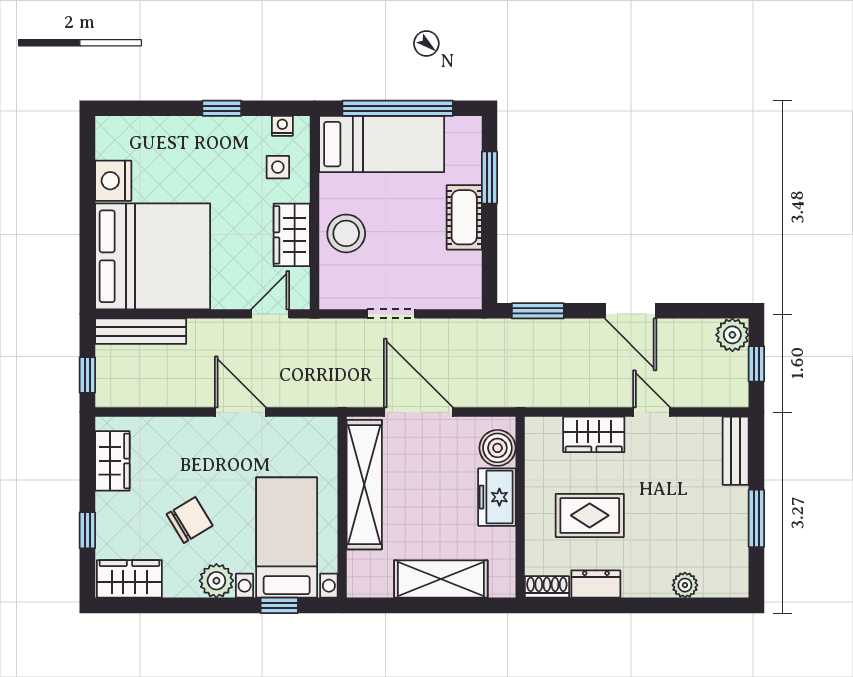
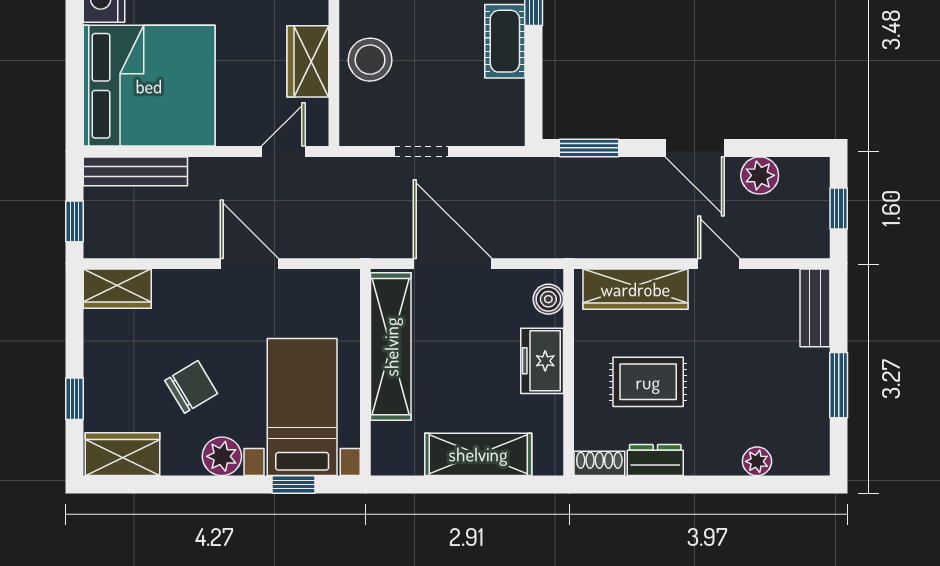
plant: (732, 335) -> (760, 175), moved
wardrobe: (594, 434) -> (635, 289), width x1.50
boiler: (497, 448) -> (548, 299), width x0.73, depth x0.73
wardrobe: (112, 461) -> (117, 289), moved, turned 90

